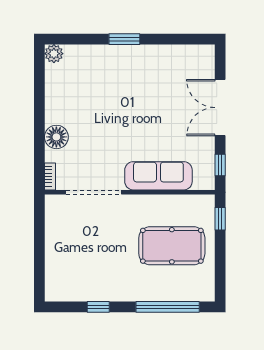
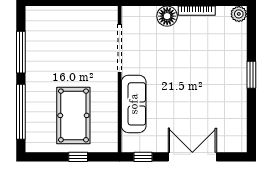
bookcase: (50, 176) -> (197, 11), moved, width x1.56
window: (220, 219) -> (78, 157), moved
window: (98, 307) -> (21, 52), width x2.17

